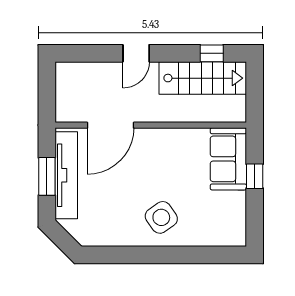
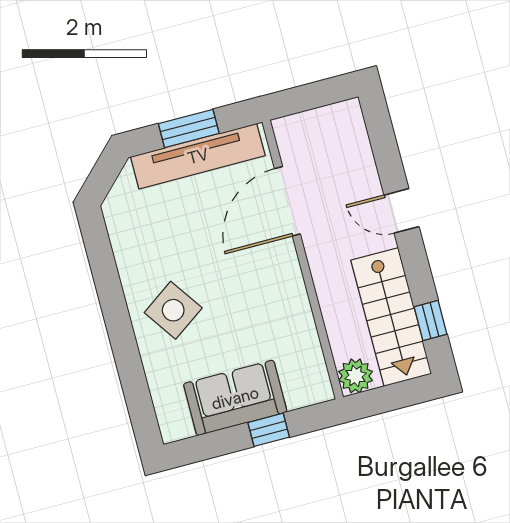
plant: (235, 111) -> (356, 376), added
door: (111, 125) -> (287, 201), hinge flipped
sofa: (228, 159) -> (235, 398), moved

